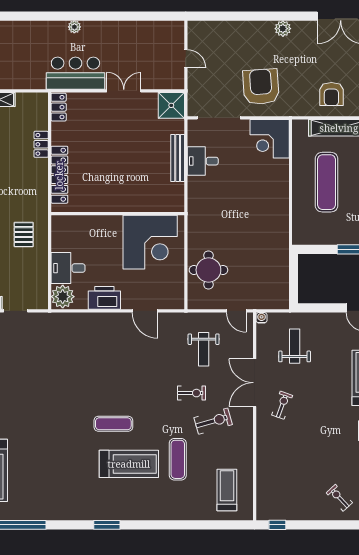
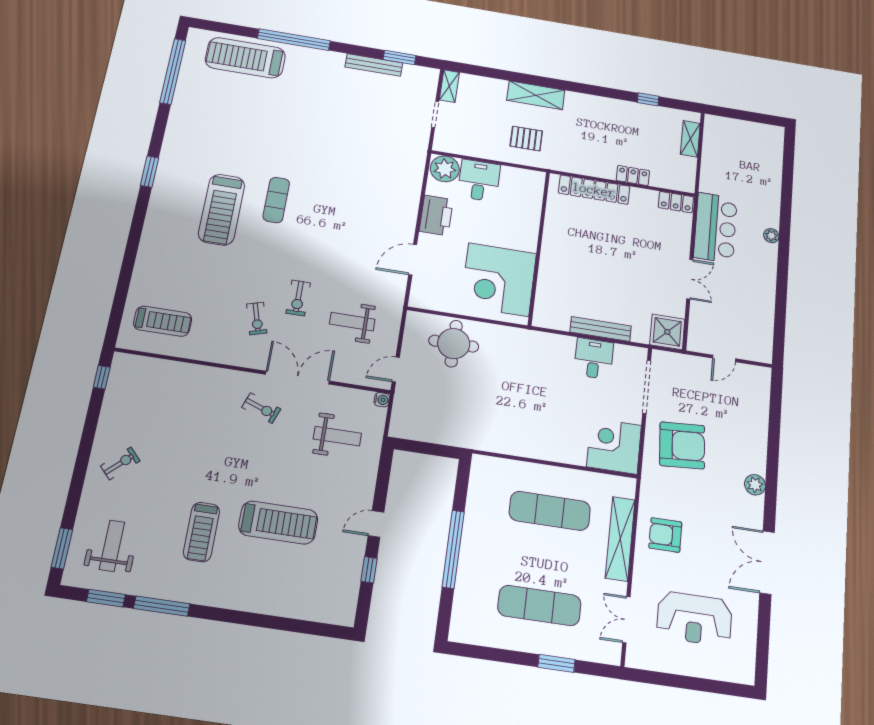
exercise bike: (213, 421) -> (257, 319), width x0.73, depth x0.72
exercise mat: (178, 459) -> (216, 268), removed

